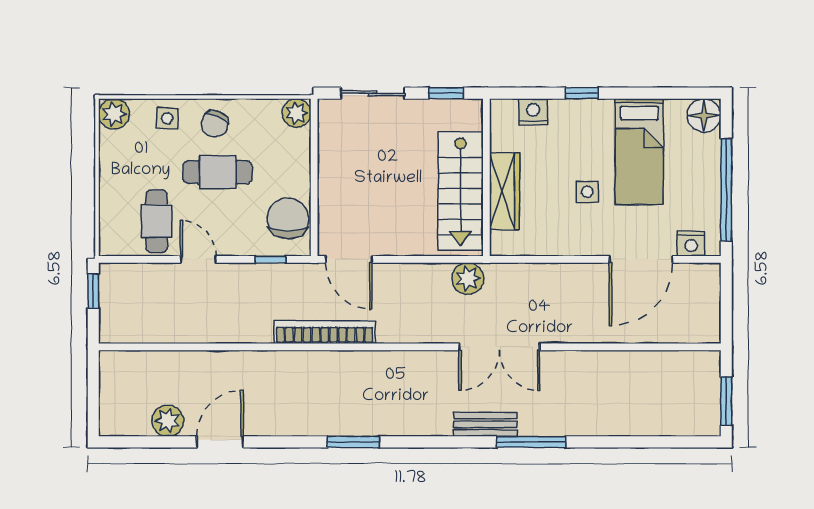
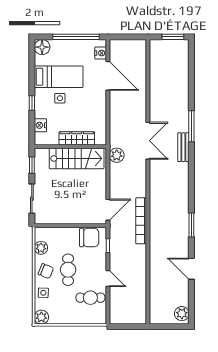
plant: (296, 113) -> (41, 248), moved
side table: (587, 192) -> (60, 98), moved
chair: (288, 218) -> (89, 238), turned 180
door: (198, 259) -> (108, 279), swing flipped
window: (93, 291) -> (122, 327), removed
plant: (168, 421) -> (182, 314), moved
window: (353, 442) -> (191, 225), moved

